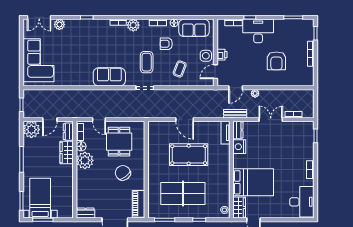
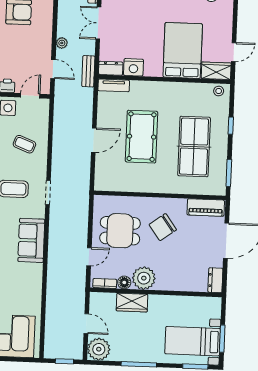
door: (215, 72) -> (30, 96), swing flipped
dresser: (68, 132) -> (104, 299), removed

